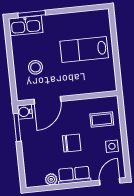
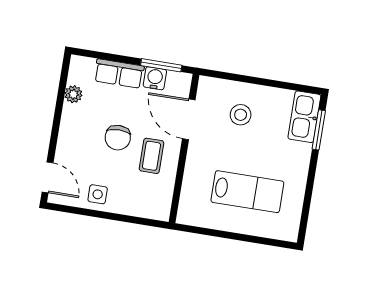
lab bench: (84, 50) -> (247, 192), turned 90
water cooler: (25, 112) -> (155, 78), moved
coffee table: (102, 120) -> (151, 156), moved
row of seats: (74, 175) -> (119, 73), moved, turned 90

